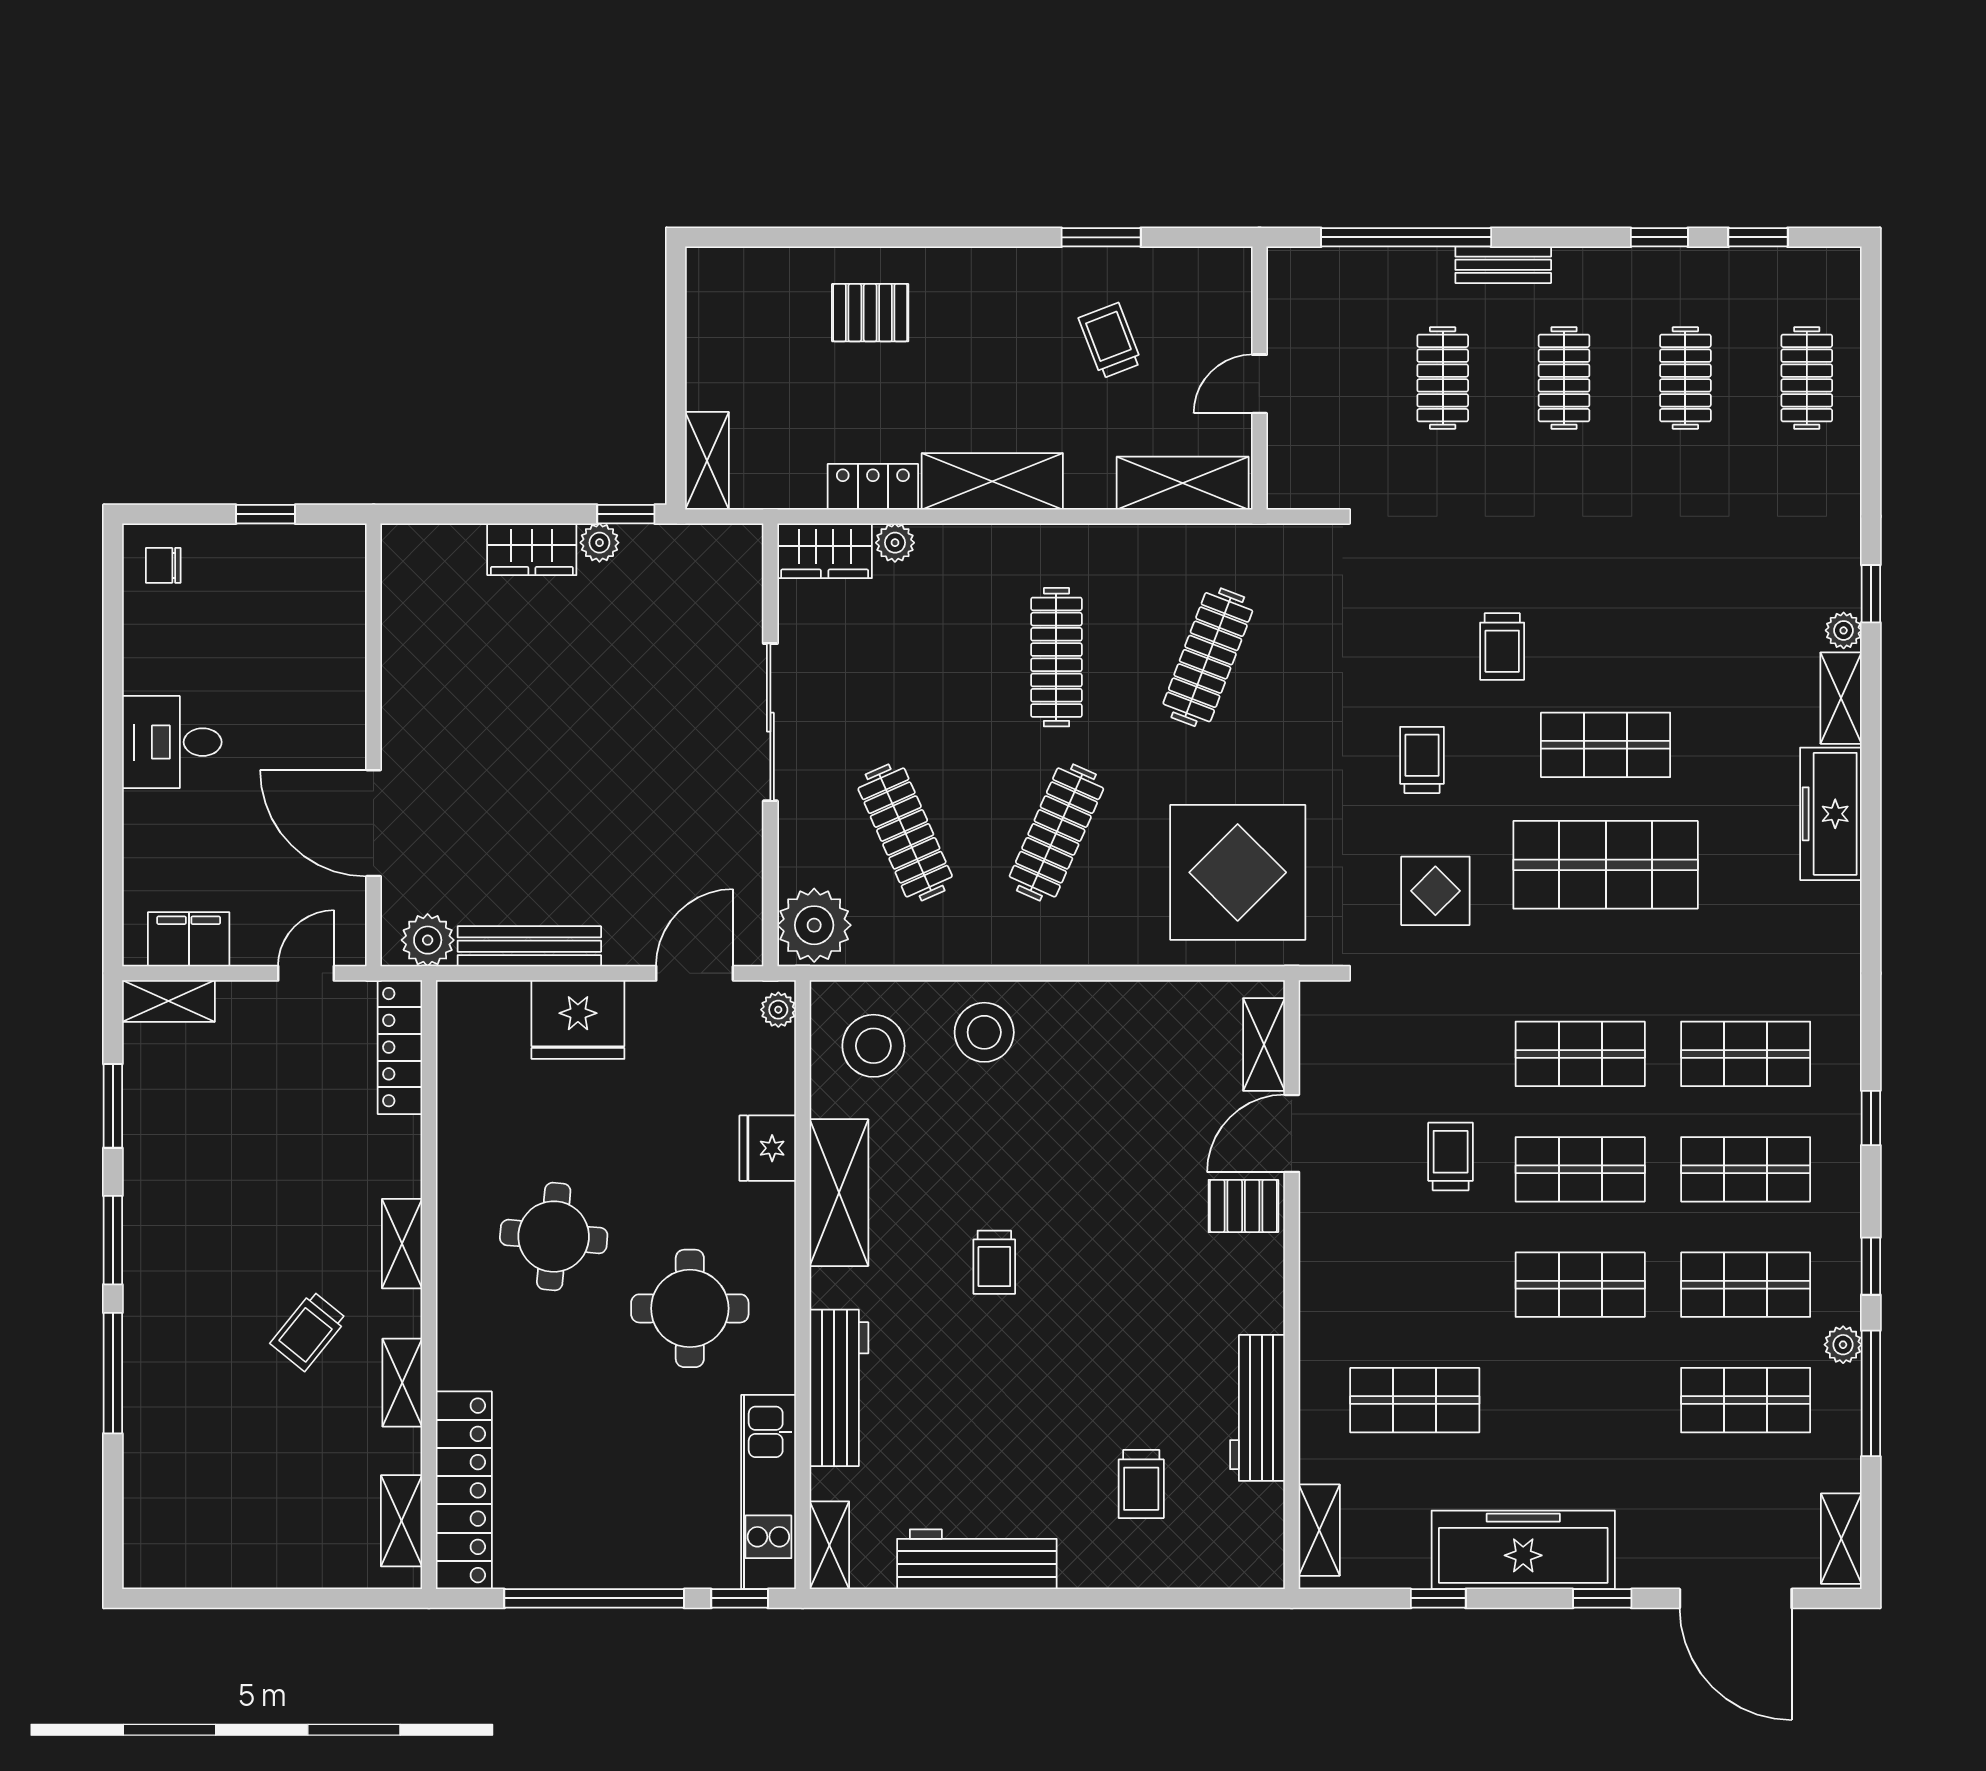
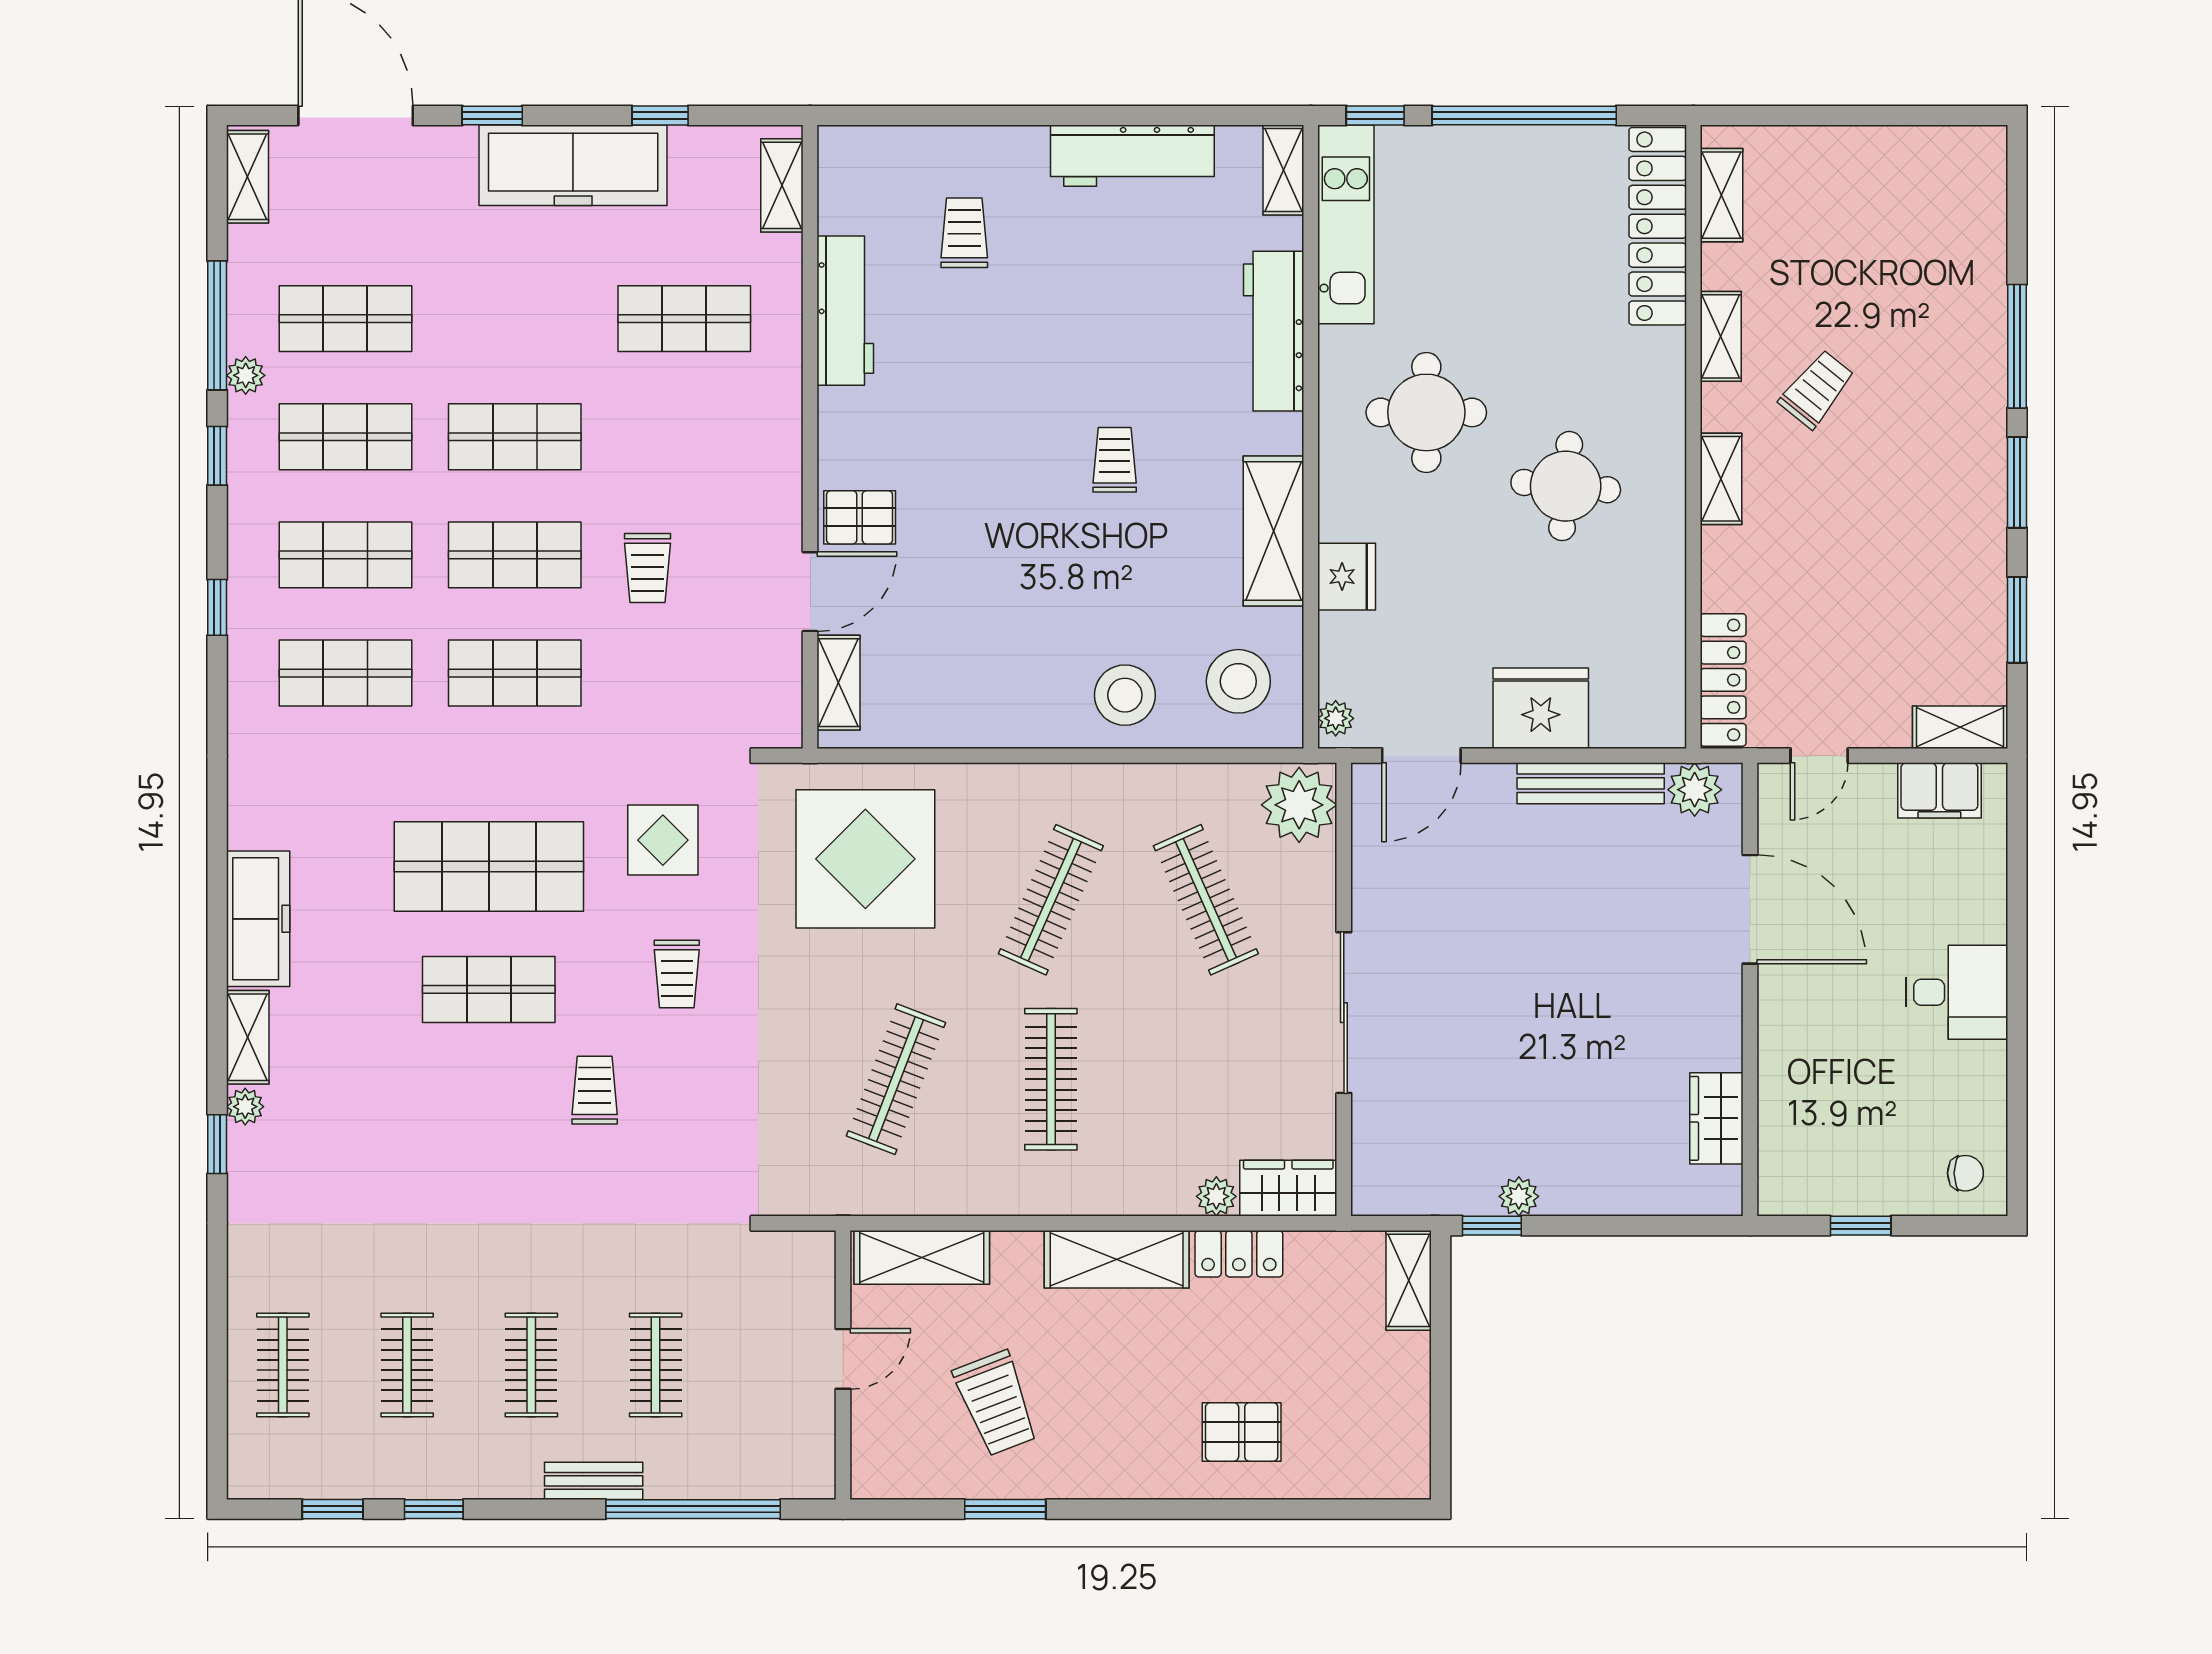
trolley: (1110, 341) -> (996, 1403), width x1.36, depth x1.39
wardrobe: (532, 549) -> (1716, 1118), moved, turned -90

